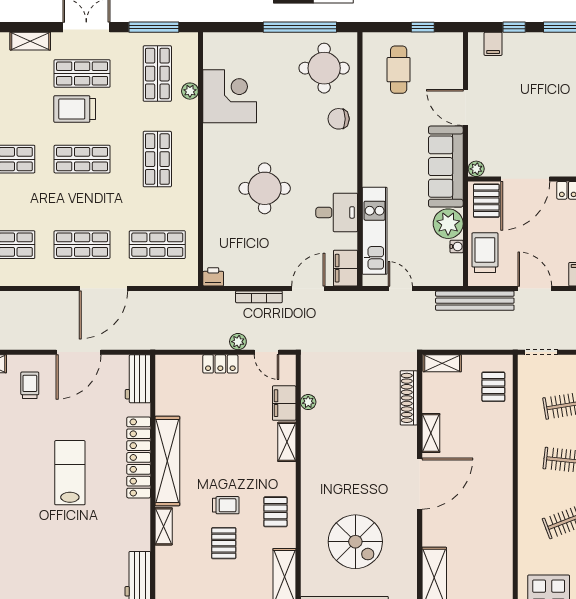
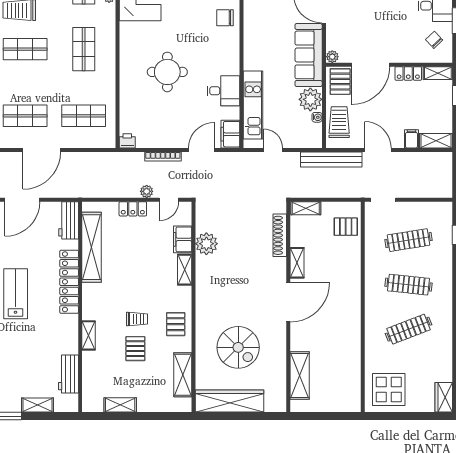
door: (267, 352) -> (169, 200), hinge flipped
pallet: (493, 387) -> (346, 227), turned 90
plant: (308, 402) -> (206, 244), width x1.88, depth x1.88
shelving: (167, 461) -> (92, 247), moved

